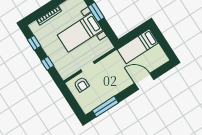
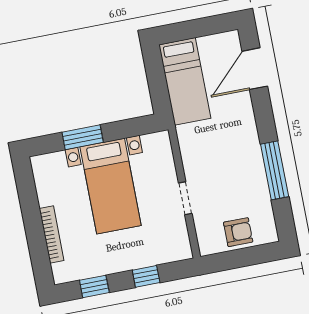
door: (144, 81) -> (255, 69), moved
armchair: (82, 84) -> (238, 232), moved
window: (105, 107) -> (275, 170), moved

